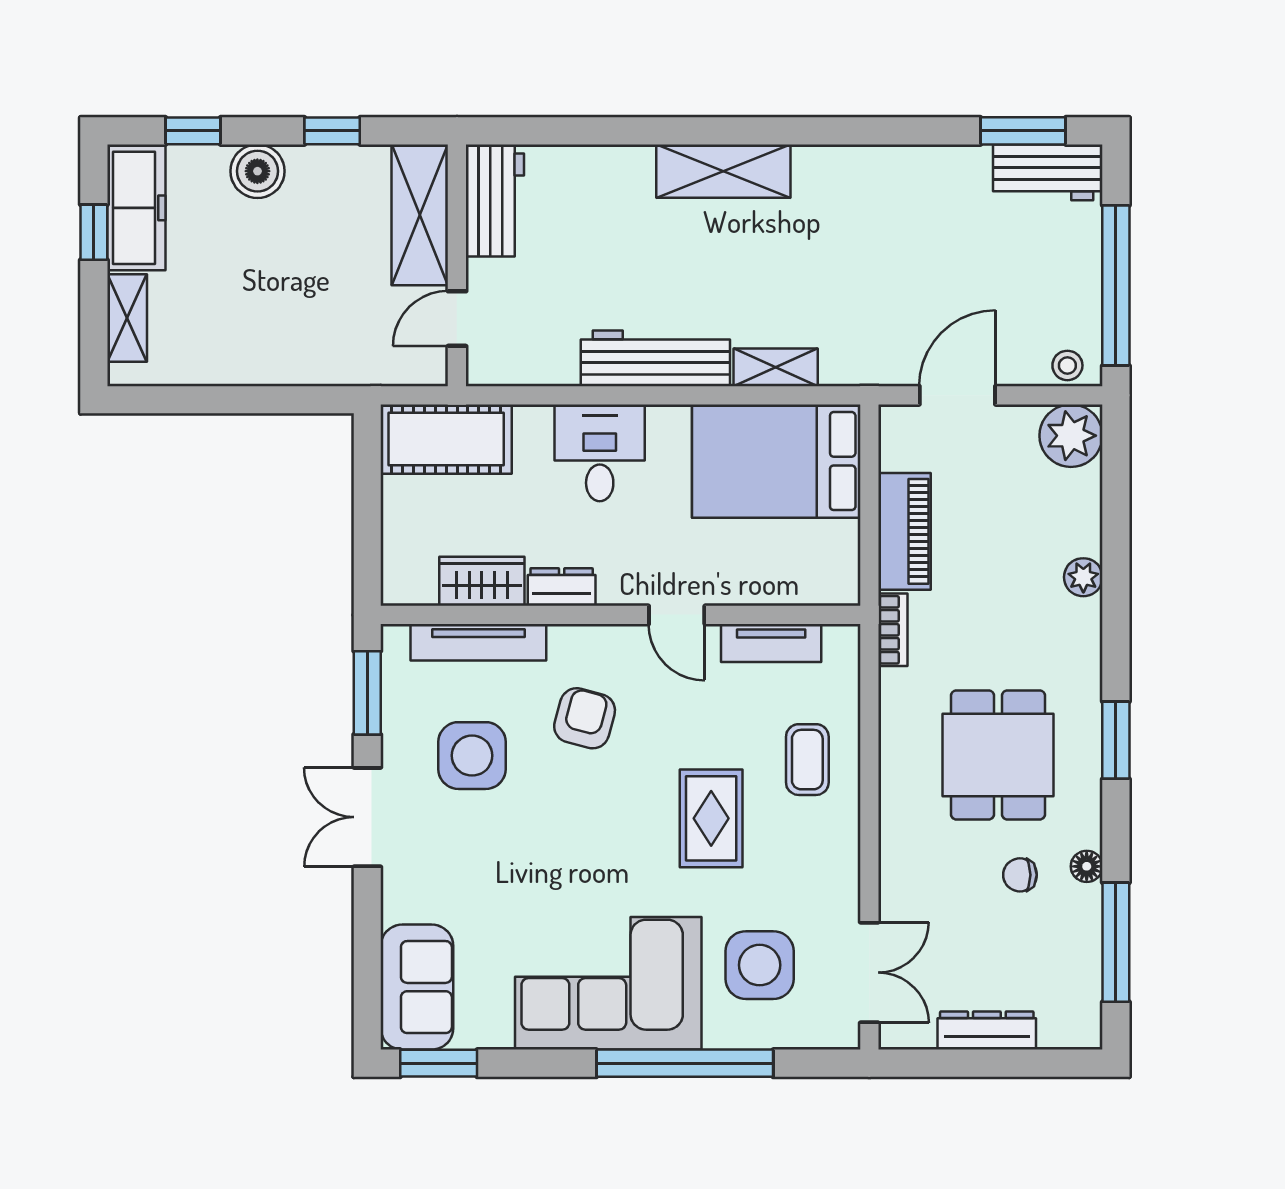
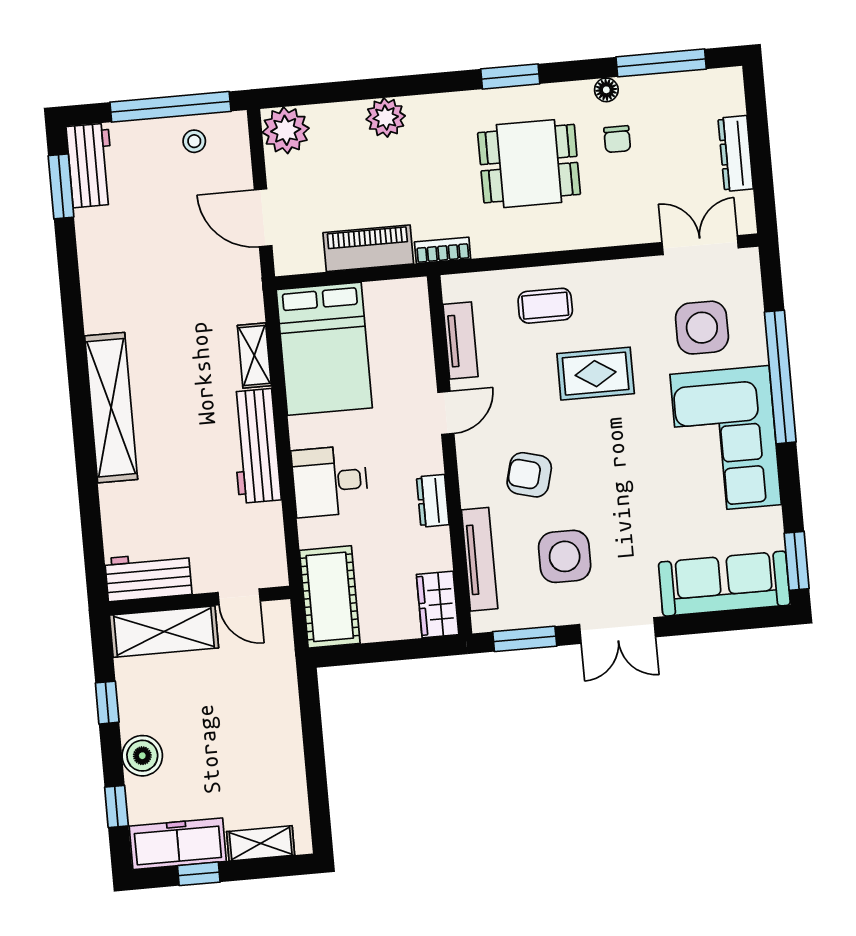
shelving: (723, 171) -> (111, 408), width x1.47
stool: (1067, 365) -> (194, 141), moved
plant: (1083, 577) -> (386, 118), width x1.38, depth x1.38
wardrobe: (482, 581) -> (438, 604), moved
sofa: (417, 987) -> (724, 584), width x1.36

